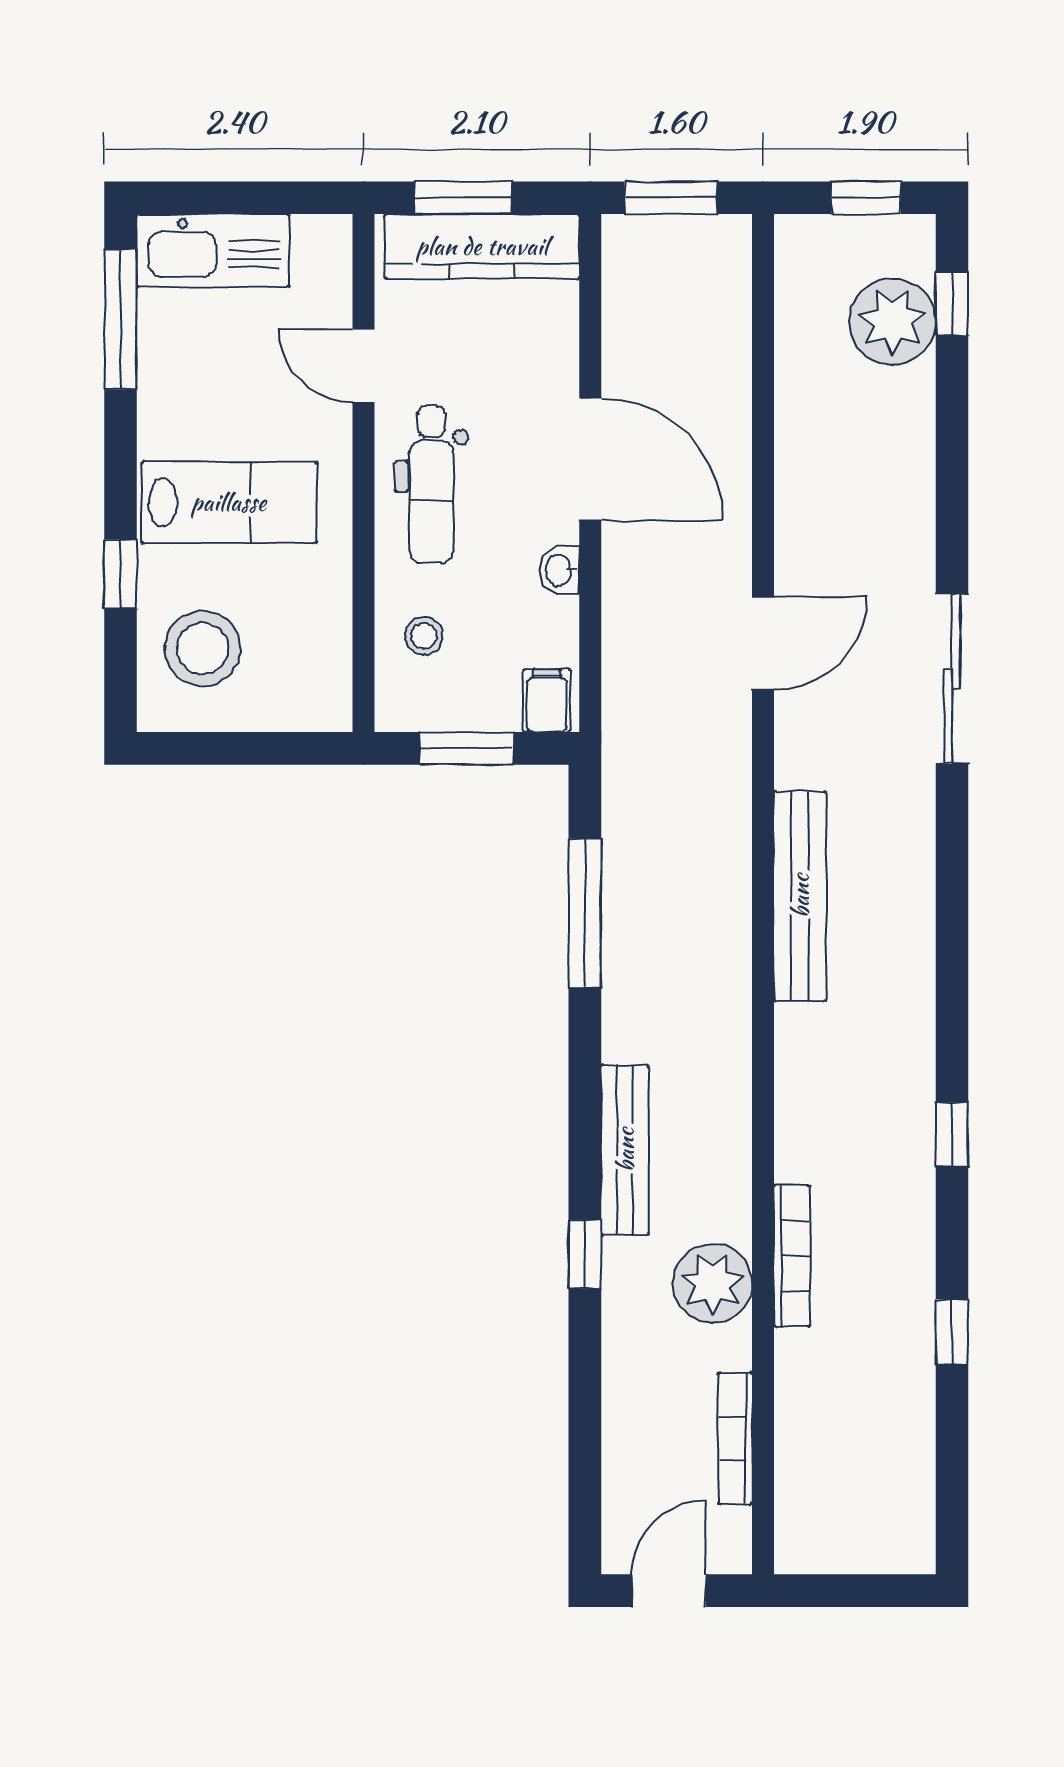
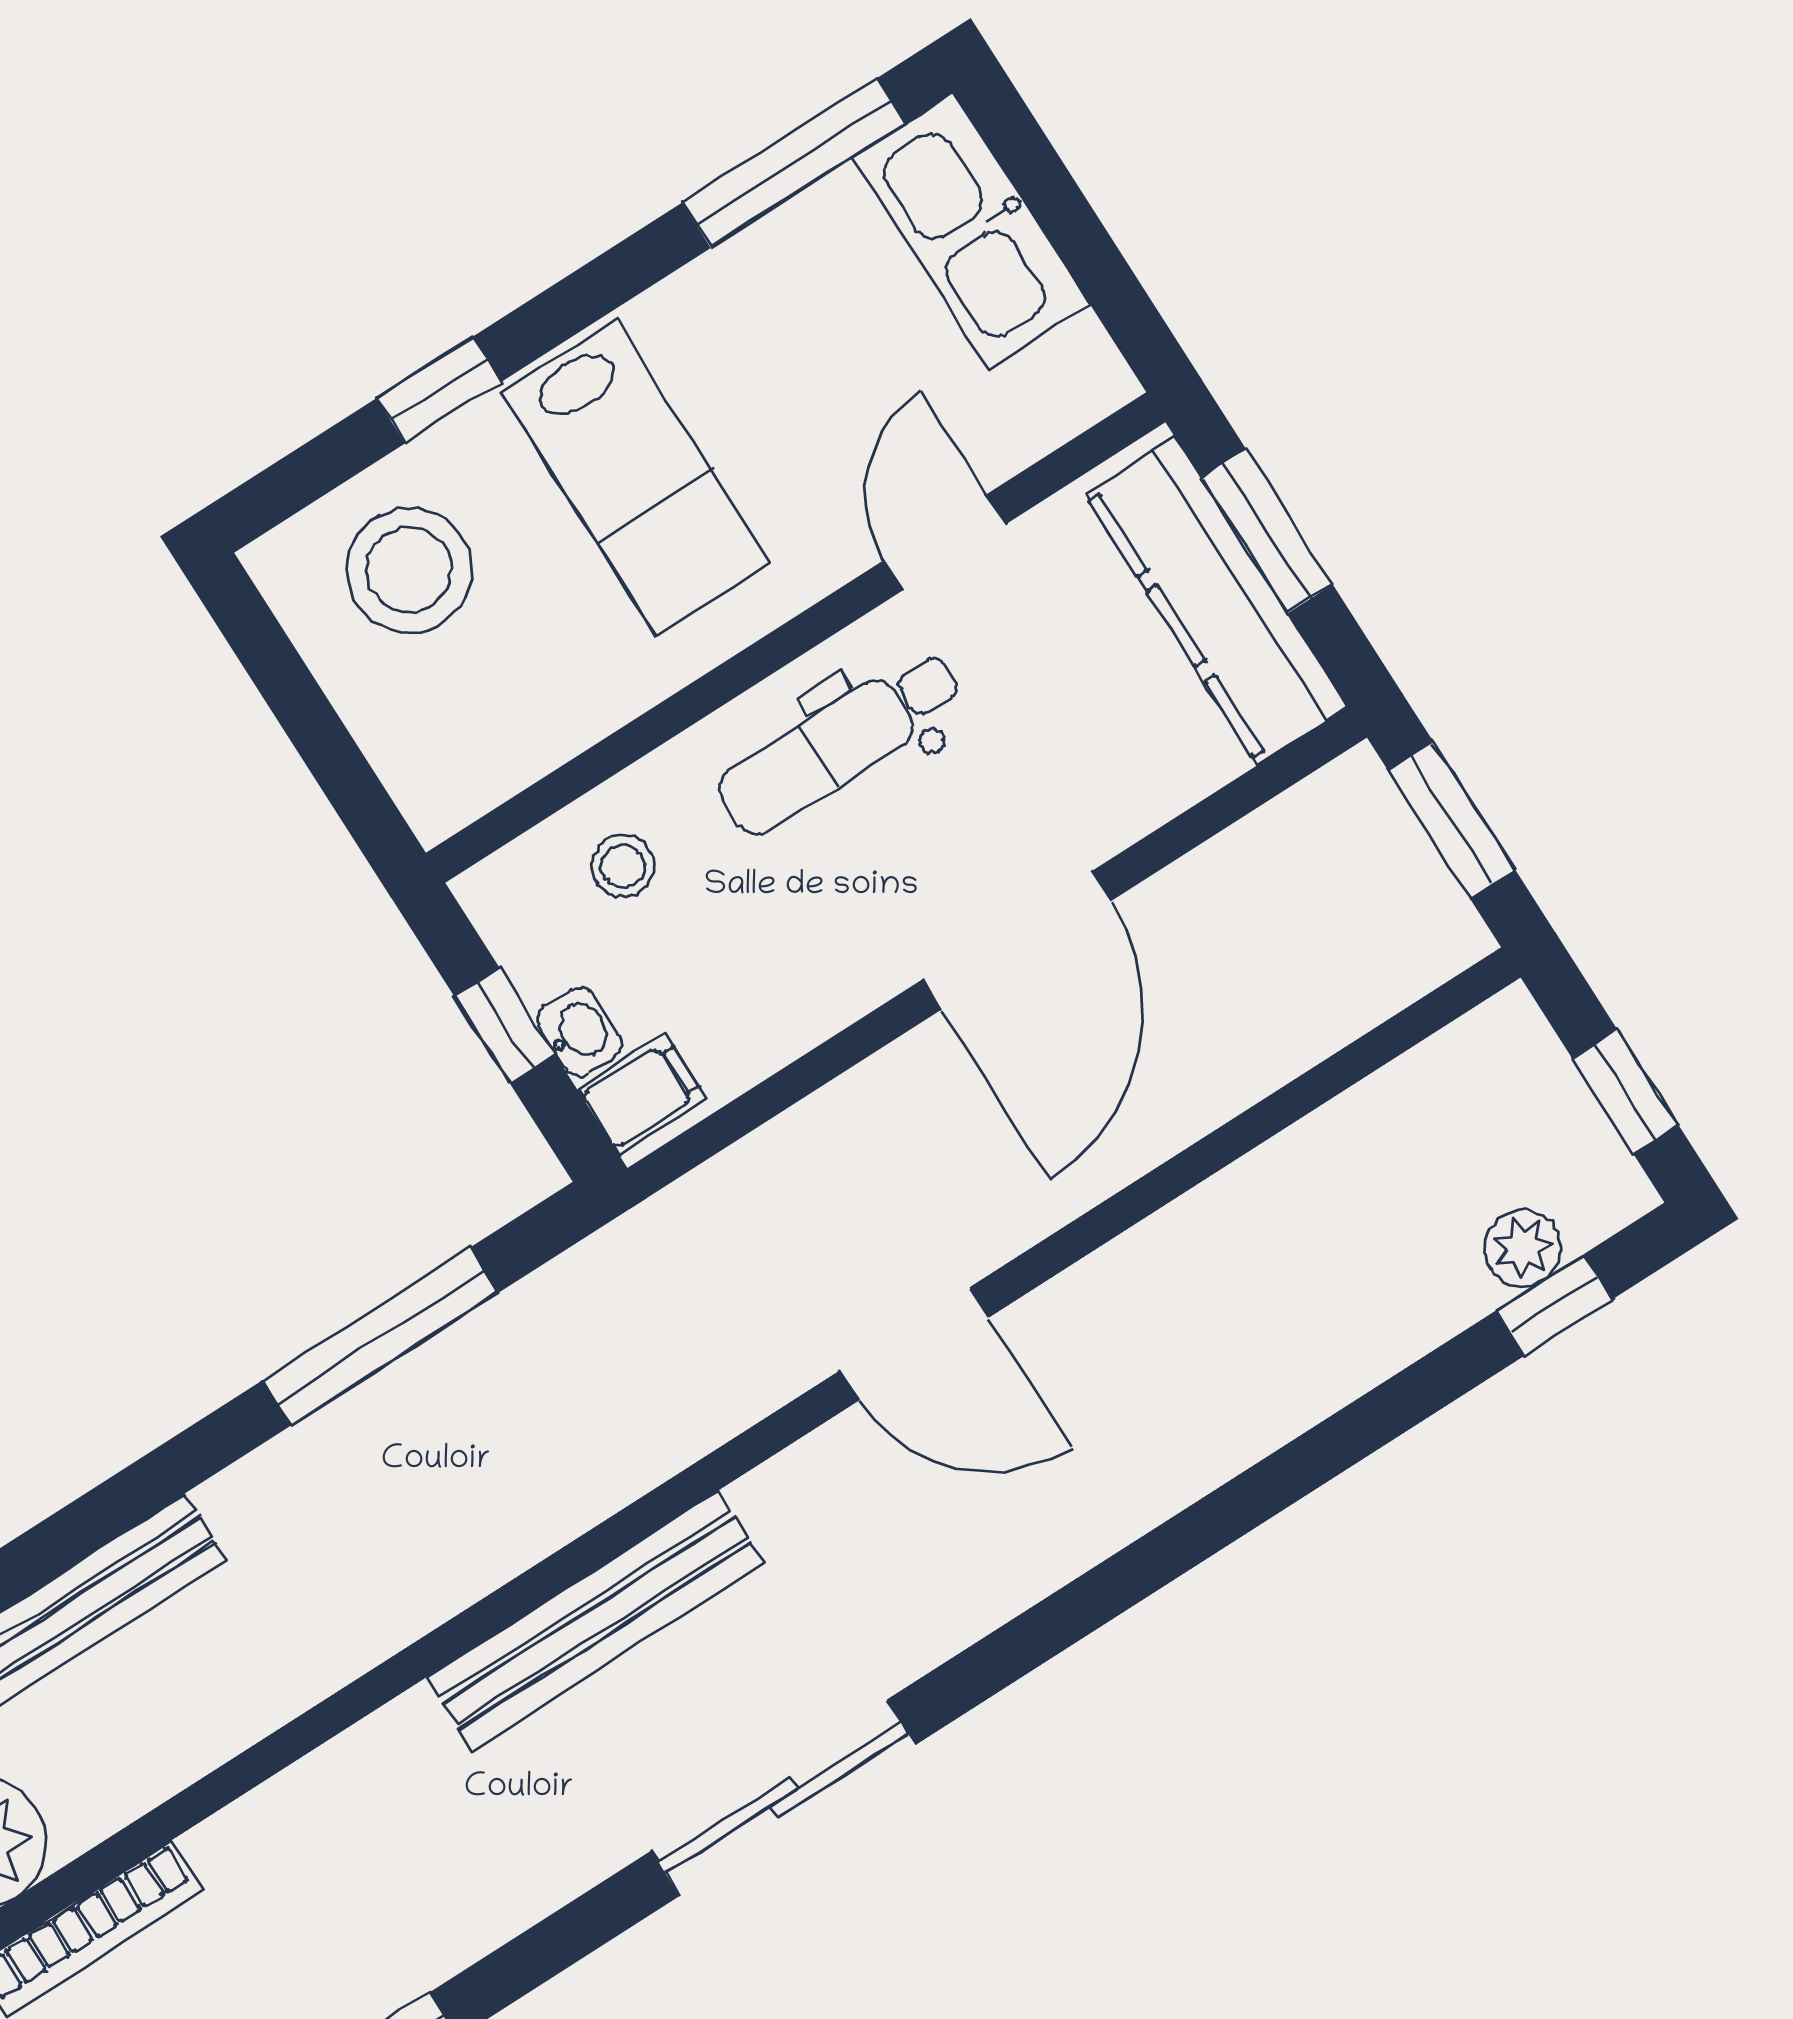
plant: (893, 321) -> (1523, 1248), width x0.53, depth x0.53
washbasin: (560, 570) -> (579, 1032), moved, turned 90
sliding door: (952, 679) -> (783, 1798), moved
window: (467, 748) -> (505, 1025), width x0.67

